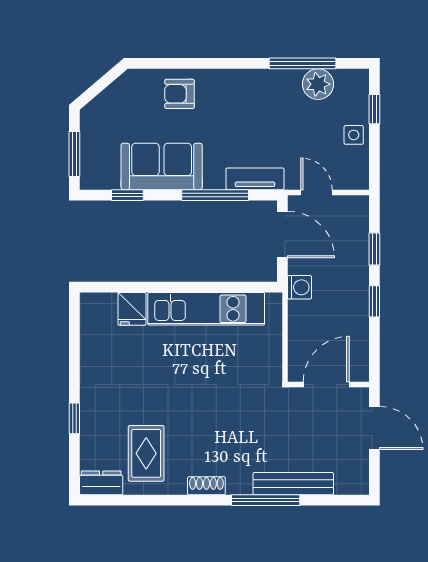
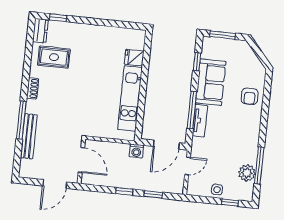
armchair: (180, 94) -> (250, 96), turned 180
tv unit: (255, 179) -> (200, 121), moved
window: (74, 418) -> (58, 18), moved

